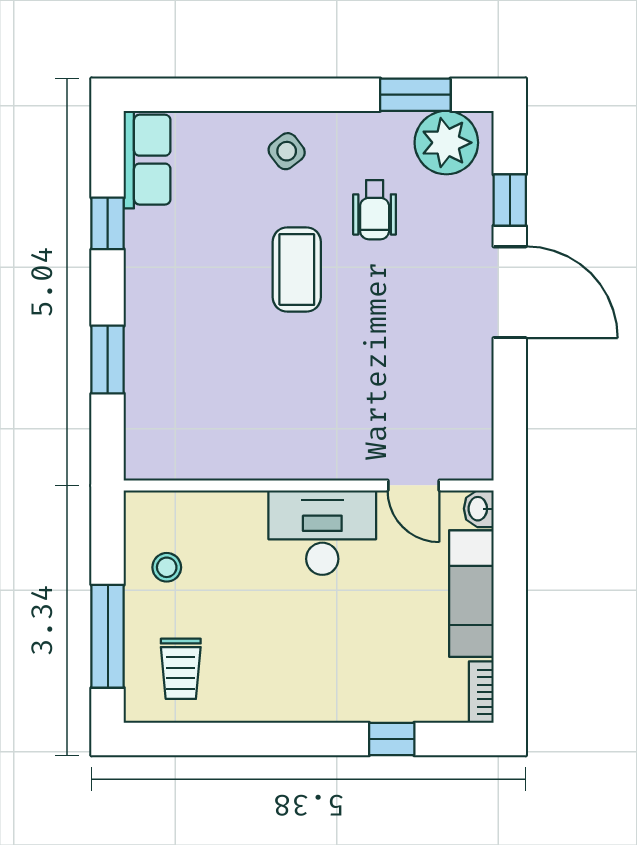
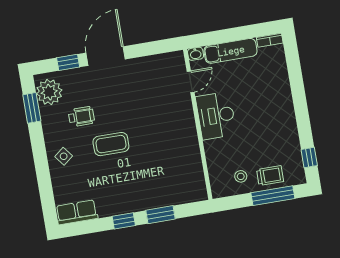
window: (108, 223) -> (124, 221), moved
trolley: (181, 669) -> (270, 175), moved
window: (392, 739) -> (309, 157), moved

